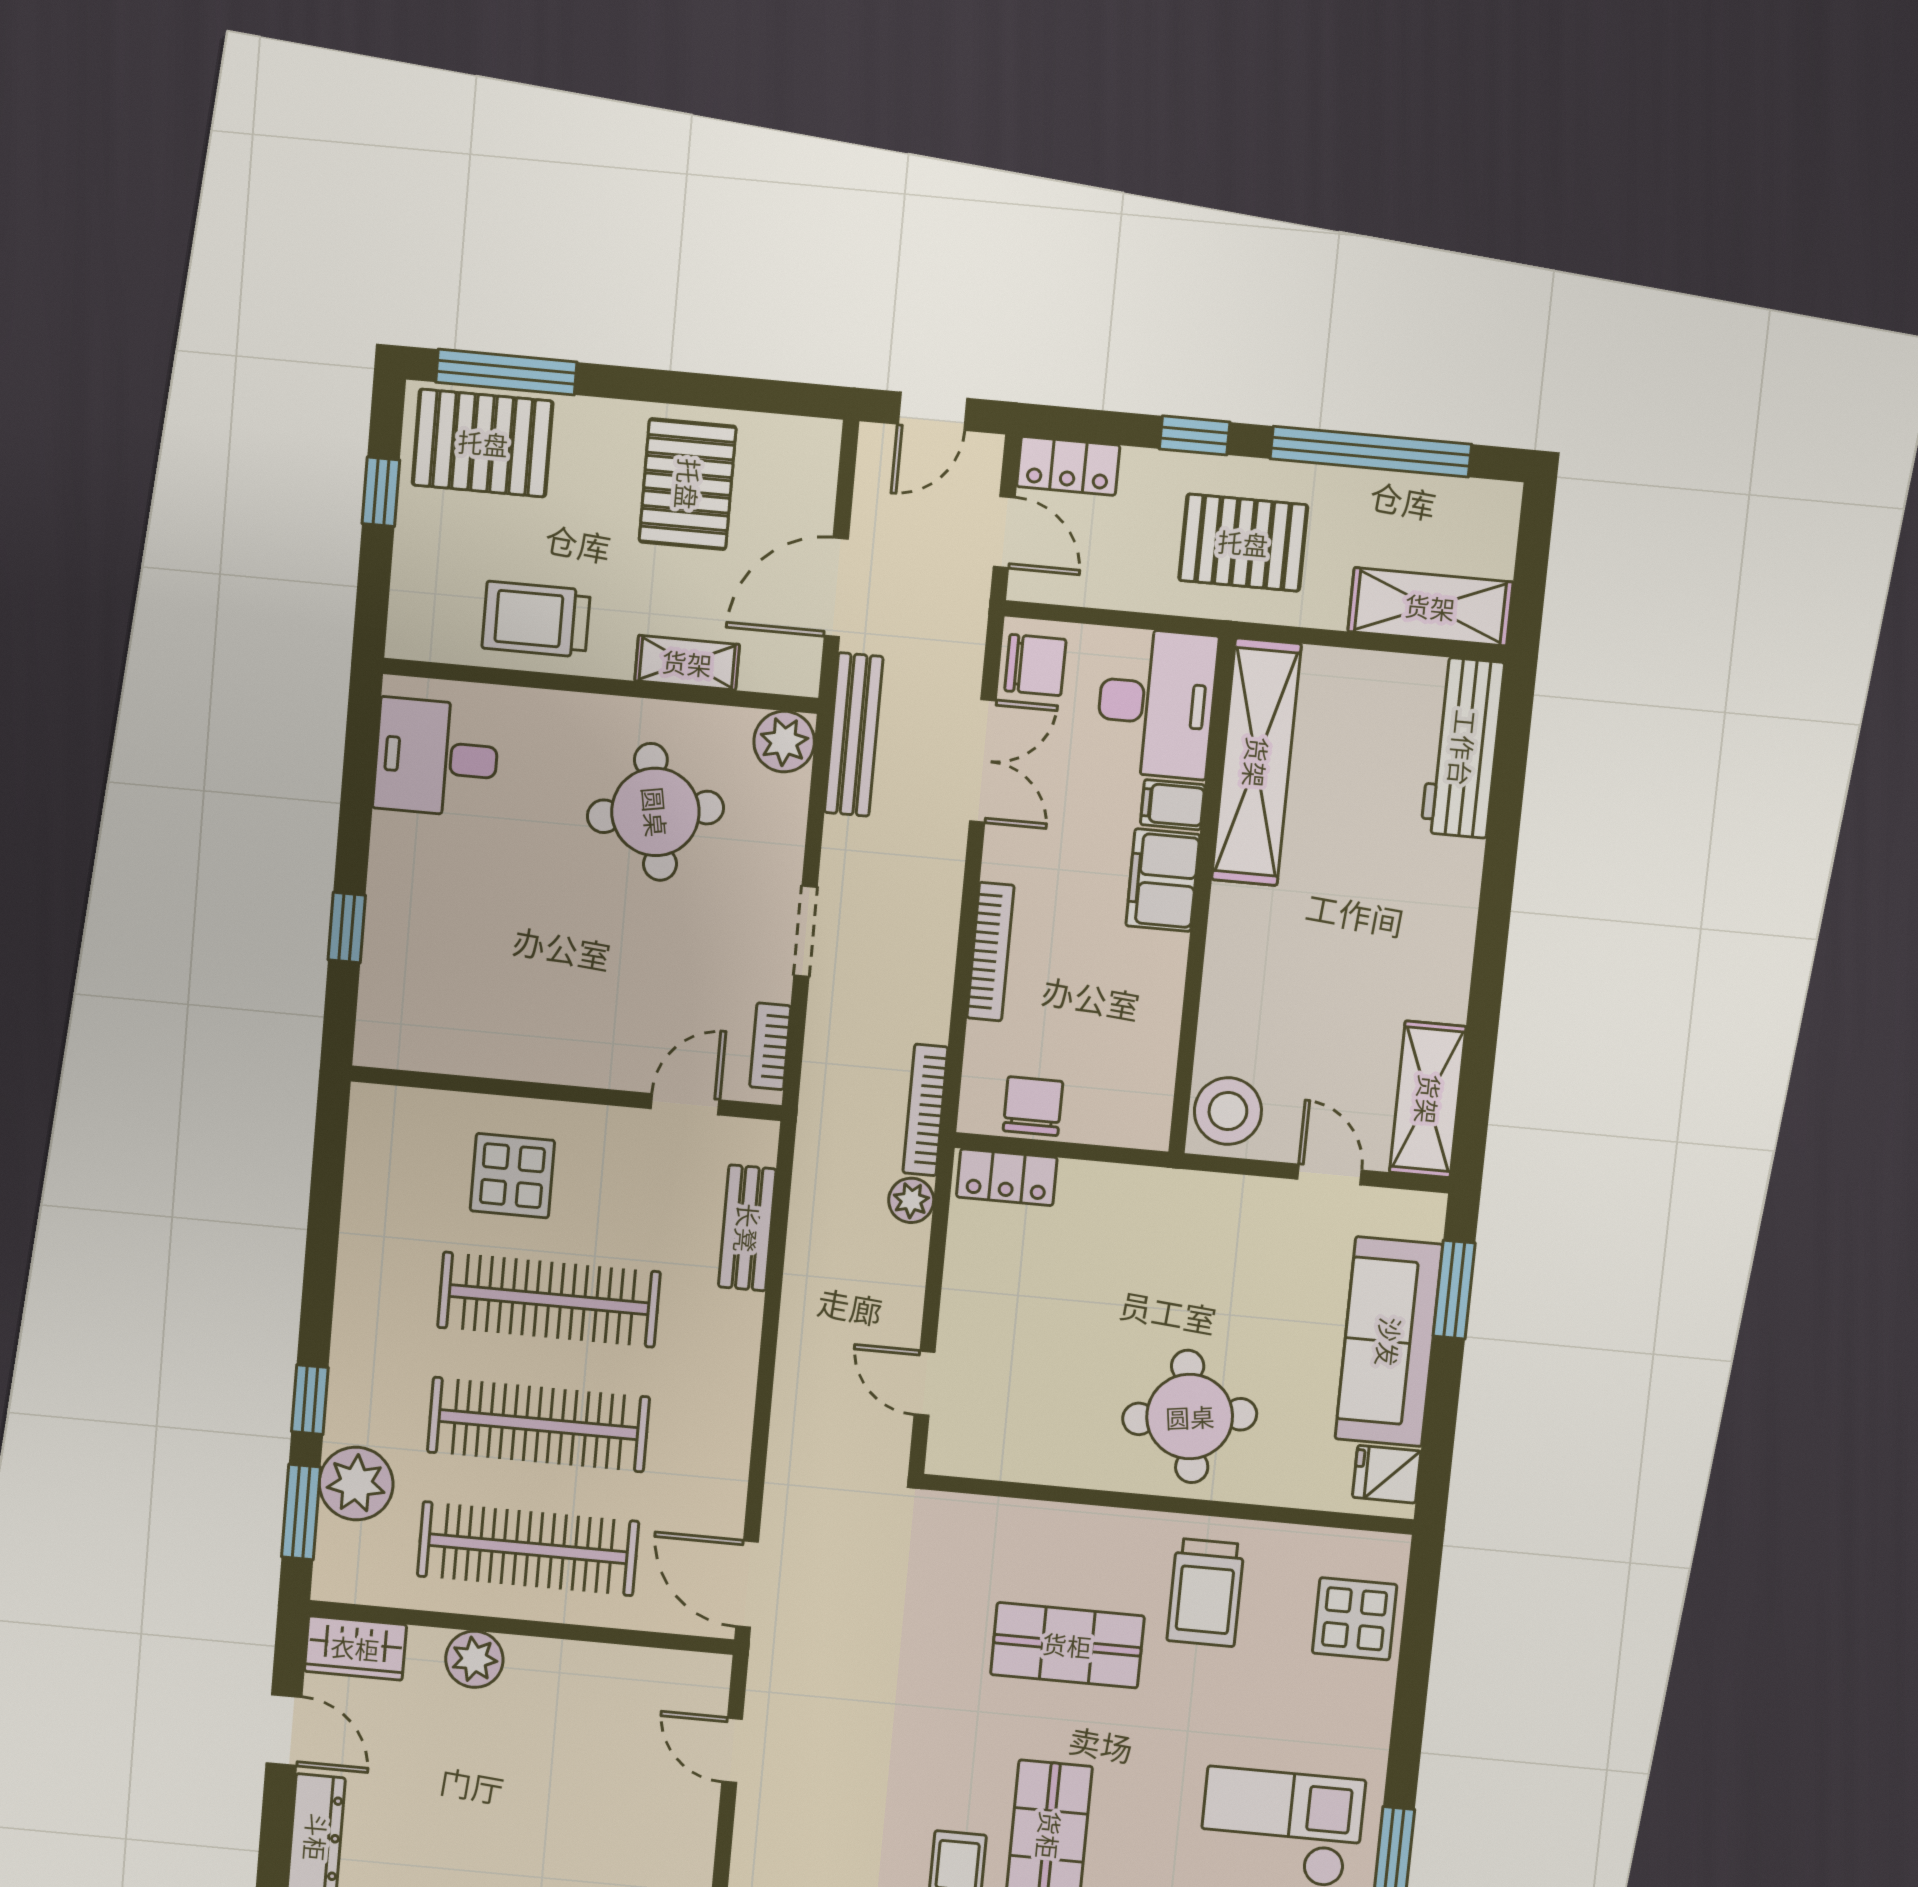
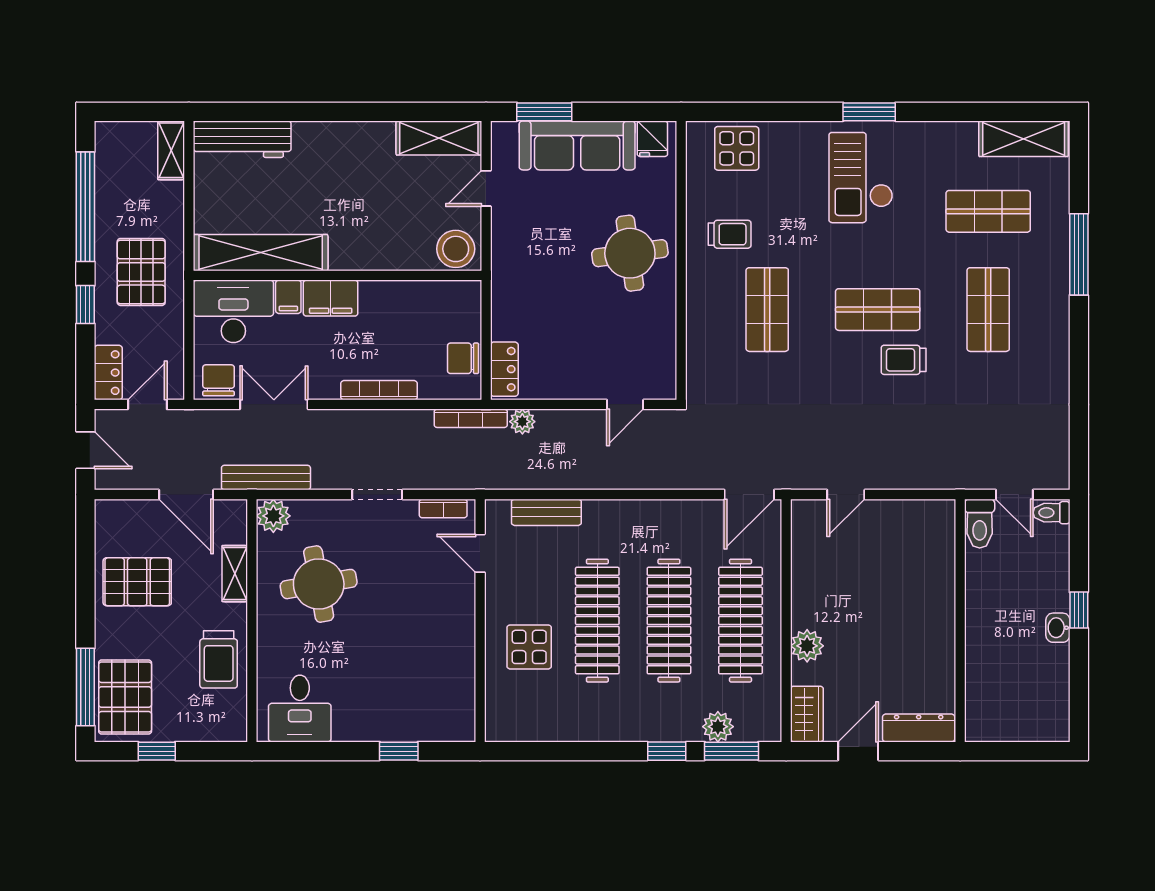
shelving: (1430, 607) -> (171, 150), width x0.67, depth x0.75
plant: (356, 1484) -> (718, 727), width x0.73, depth x0.73
trolley: (1206, 1593) -> (730, 234), width x0.73, depth x0.72

